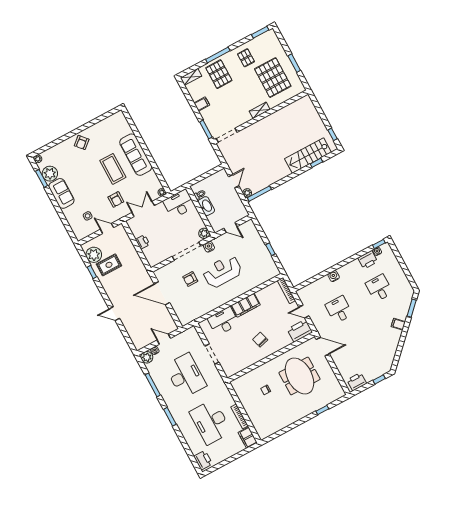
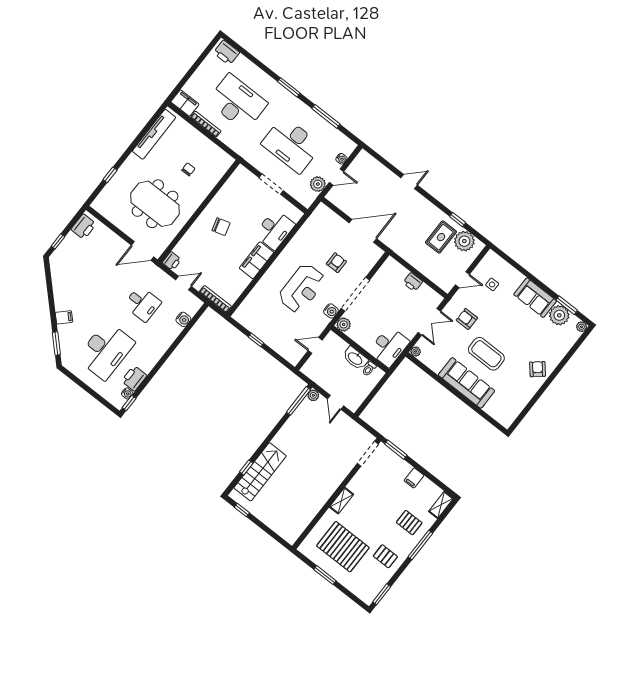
pallet: (219, 74) -> (409, 523), width x0.67, depth x0.71
water cooler: (334, 276) -> (183, 319), moved
desk: (379, 288) -> (106, 351), width x1.87, depth x1.30
printer: (300, 331) -> (172, 261), width x0.53, depth x0.68
plant: (147, 357) -> (318, 184), moved
tv unit: (279, 425) -> (154, 134), added

